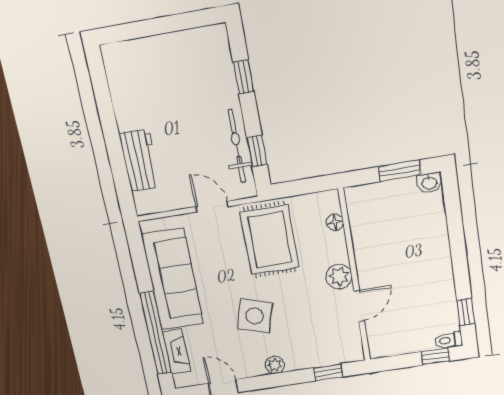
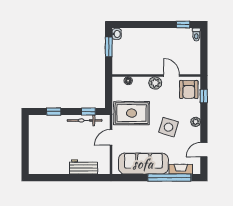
armchair: (336, 343) -> (189, 89), added
window: (435, 356) -> (204, 42), removed

